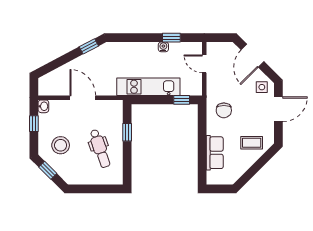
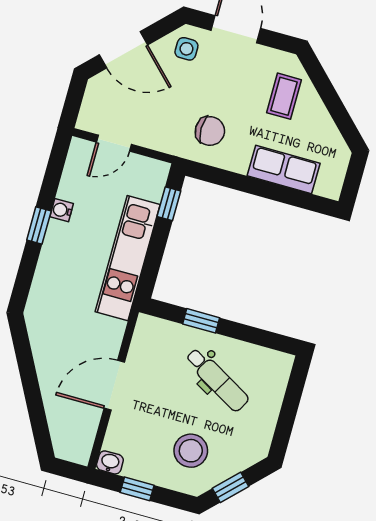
window: (171, 38) -> (39, 225), moved
window: (89, 46) -> (22, 348), removed
dental chair: (100, 149) -> (217, 380), turned 49

